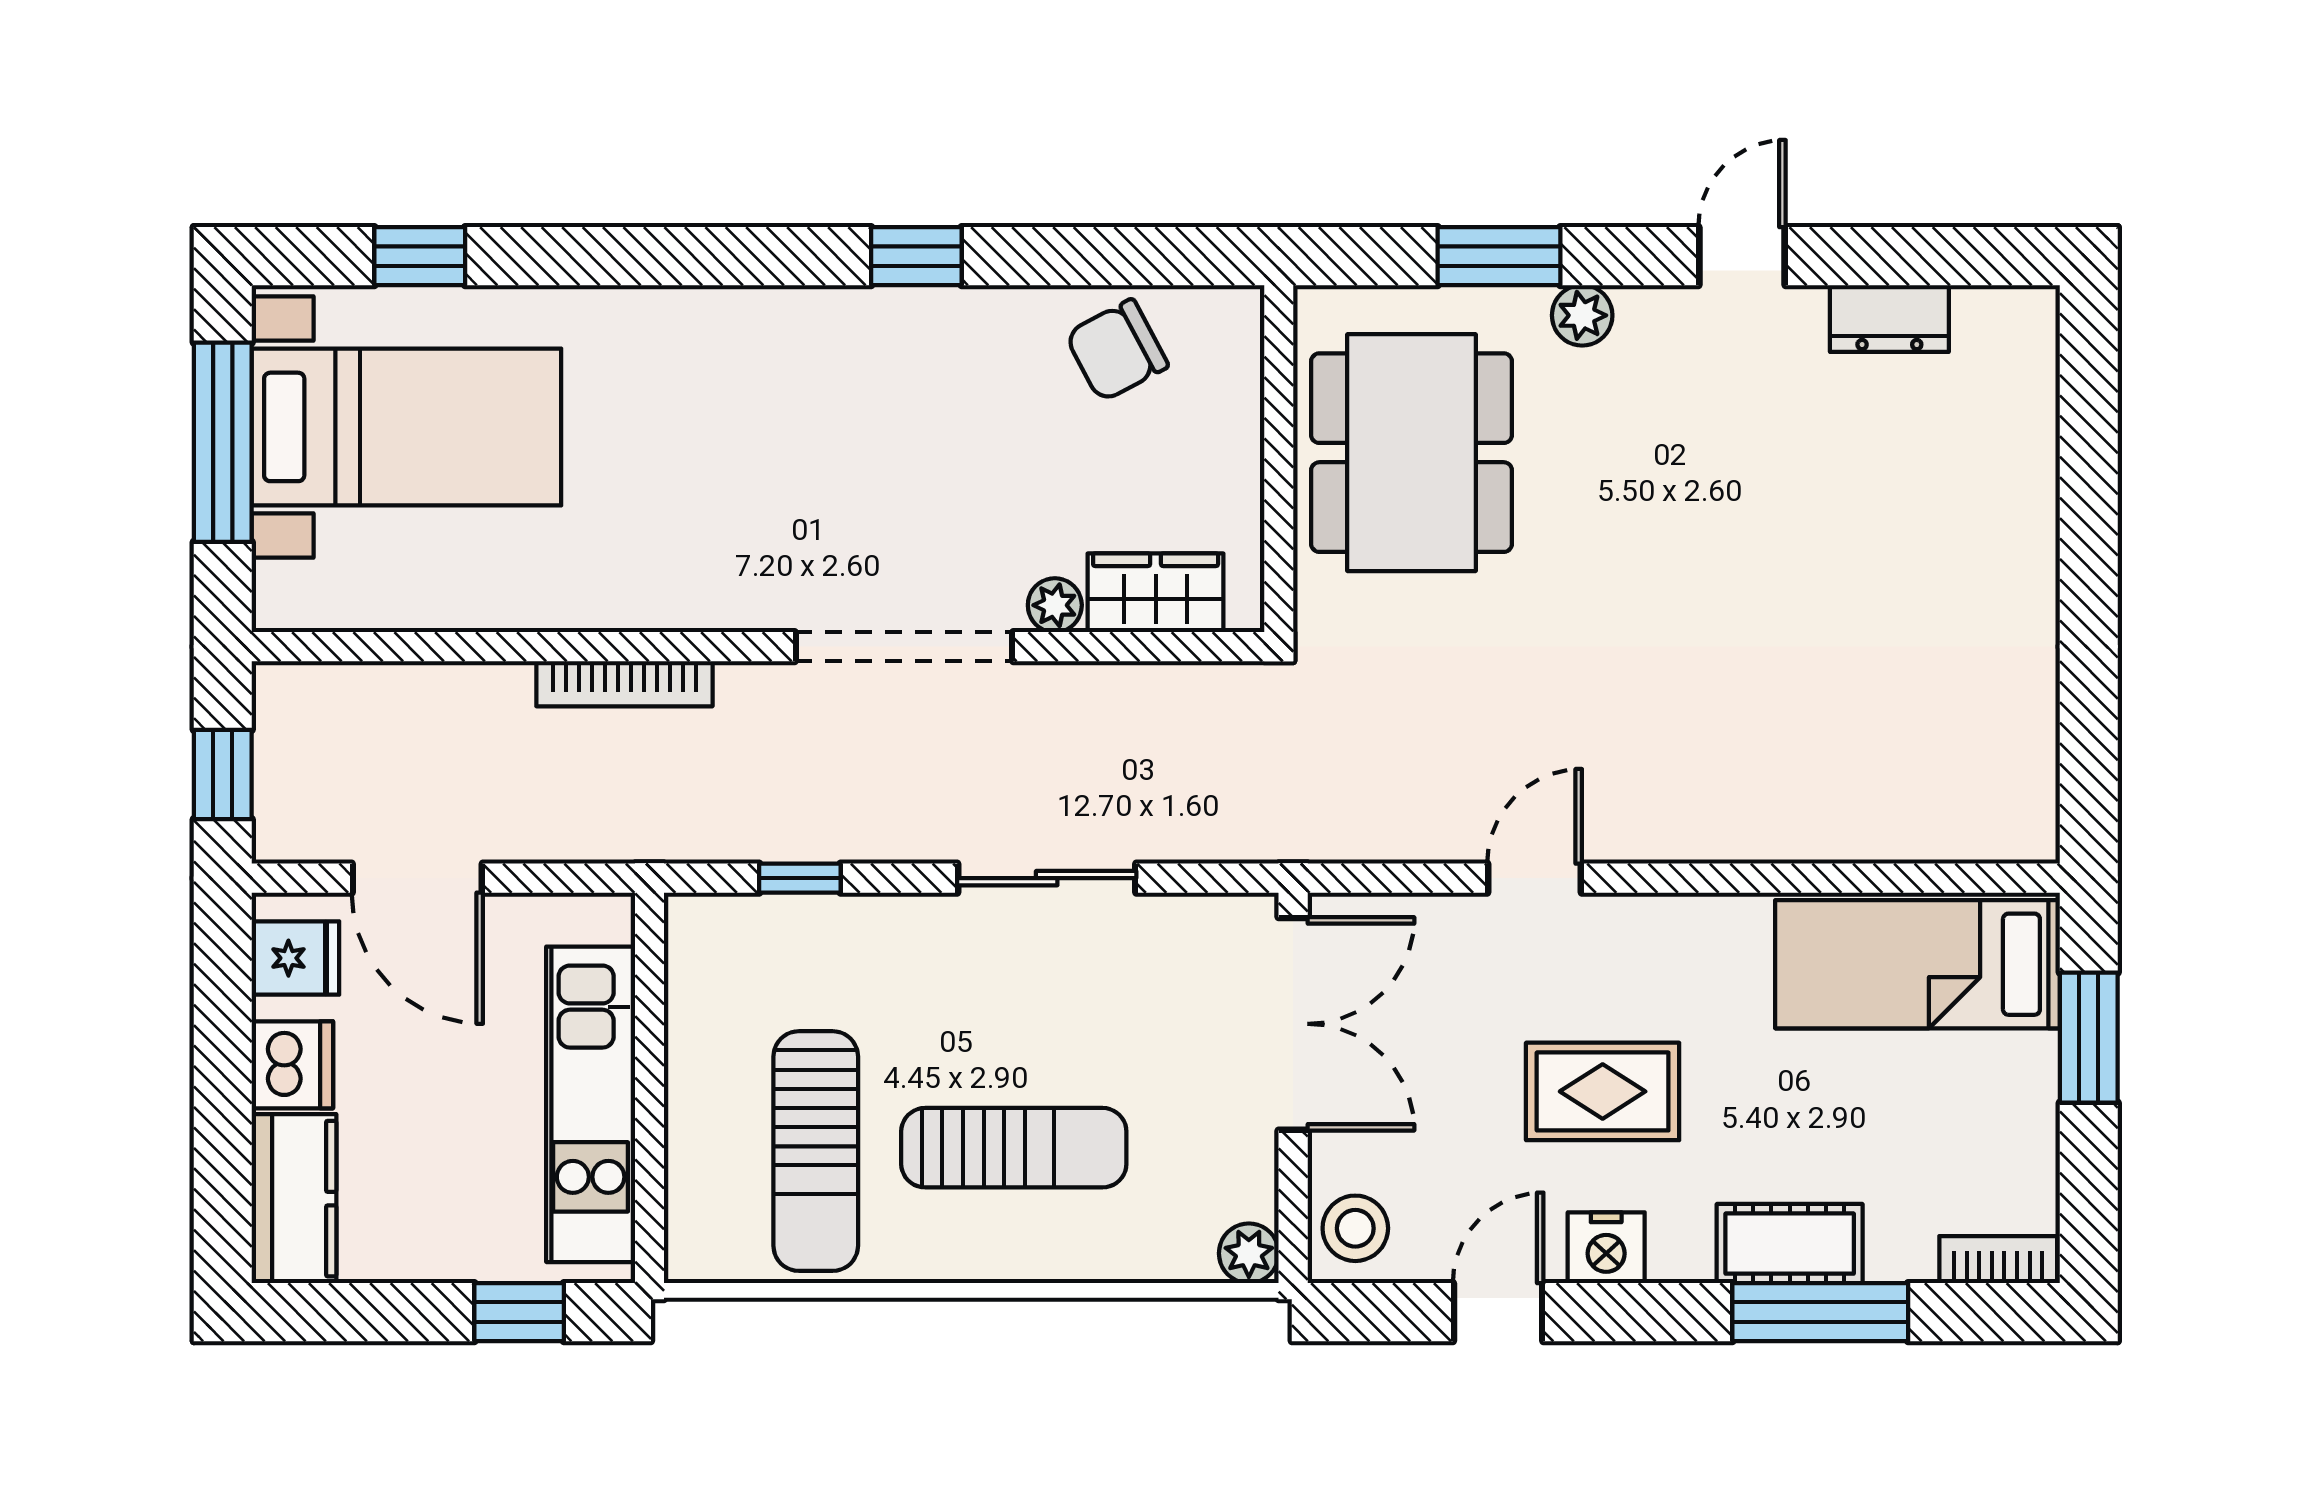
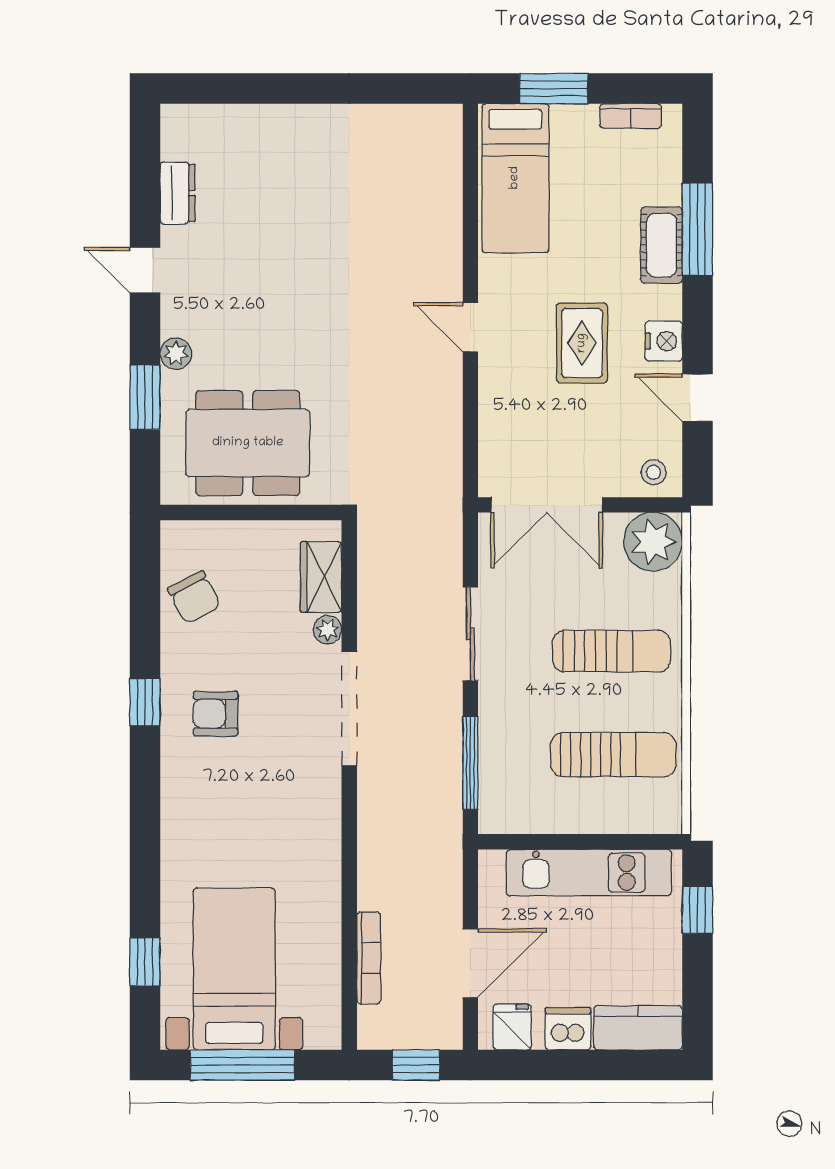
armchair: (894, 391) -> (216, 714), added
bookcase: (624, 684) -> (369, 958), moved
window: (800, 878) -> (470, 763), width x2.17
door: (1535, 878) -> (470, 327), moved
double door: (1293, 1024) -> (547, 505), swing flipped
sun lounger: (1014, 1148) -> (611, 651), turned 90
stool: (1355, 1228) -> (654, 472), width x0.73, depth x0.73
plant: (1249, 1253) -> (653, 542), width x1.88, depth x1.88
bookcase: (1998, 1260) -> (631, 116), moved, turned -90

